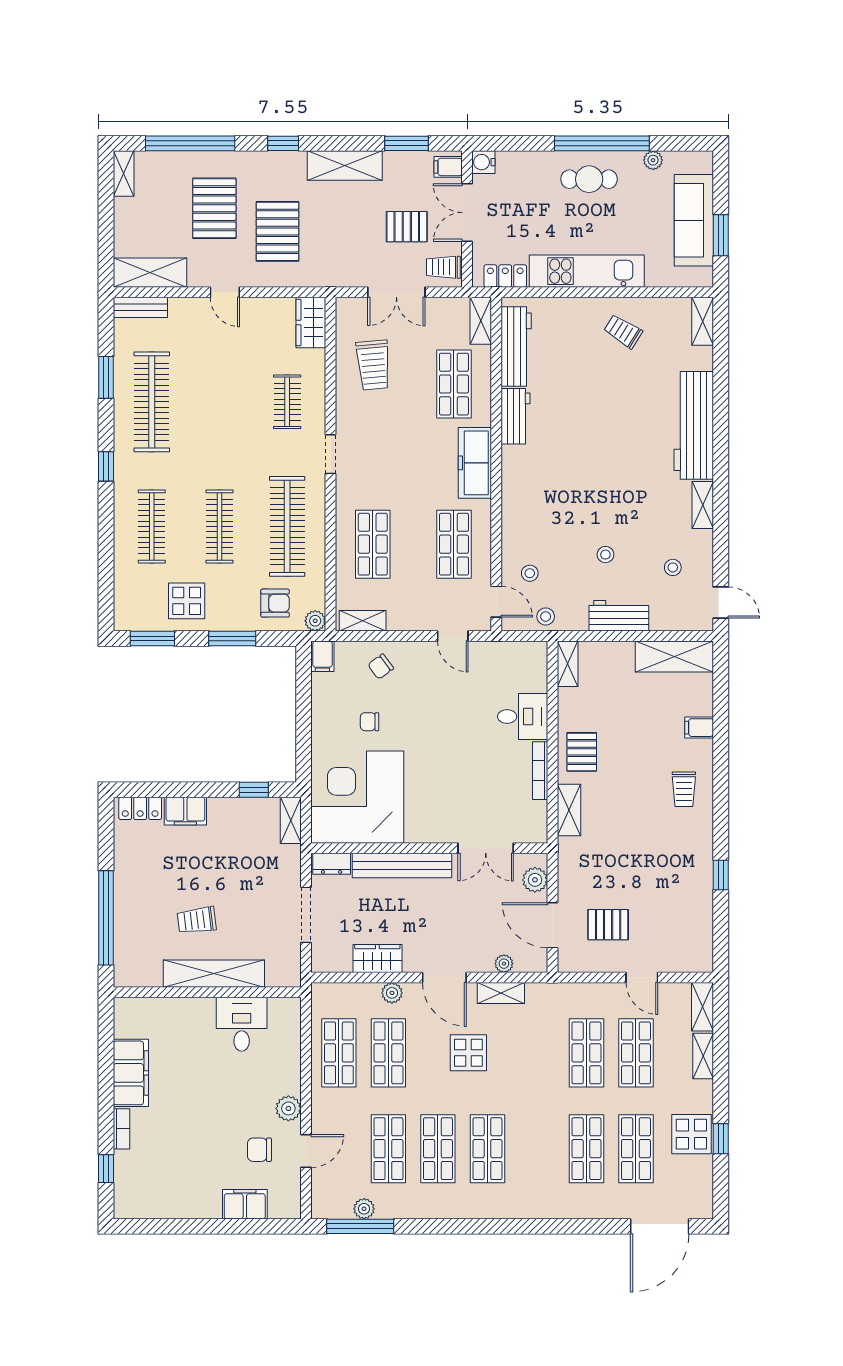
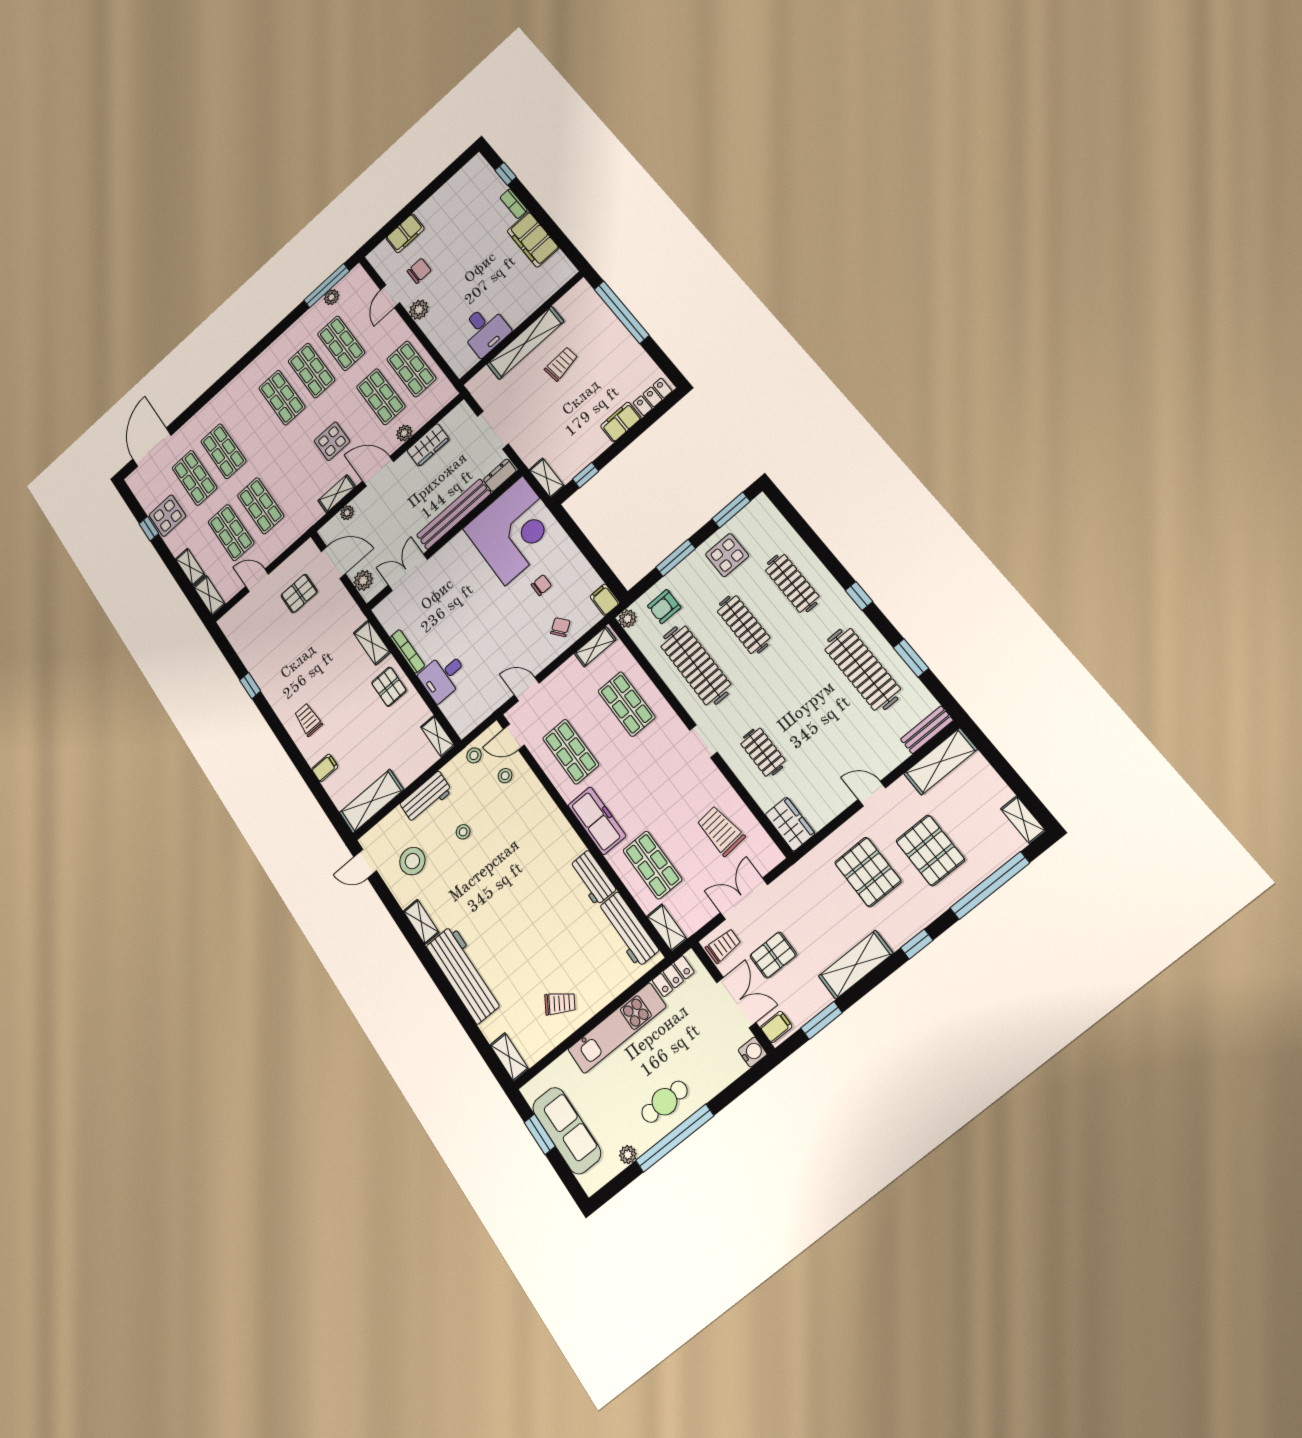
stool: (673, 567) -> (412, 861), width x1.89, depth x1.89

